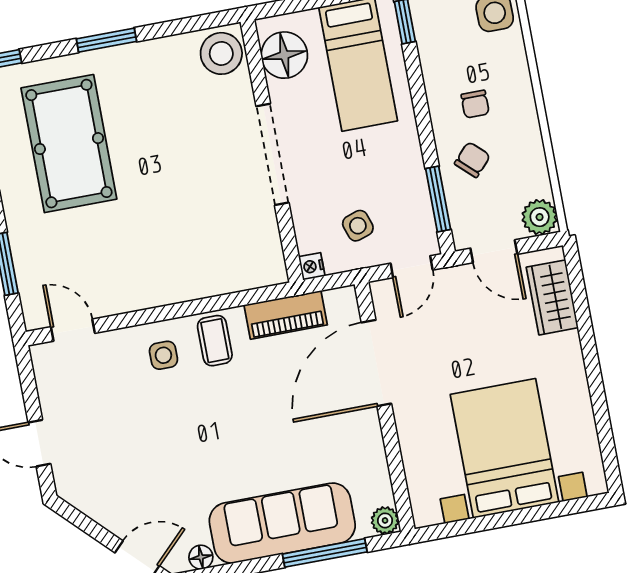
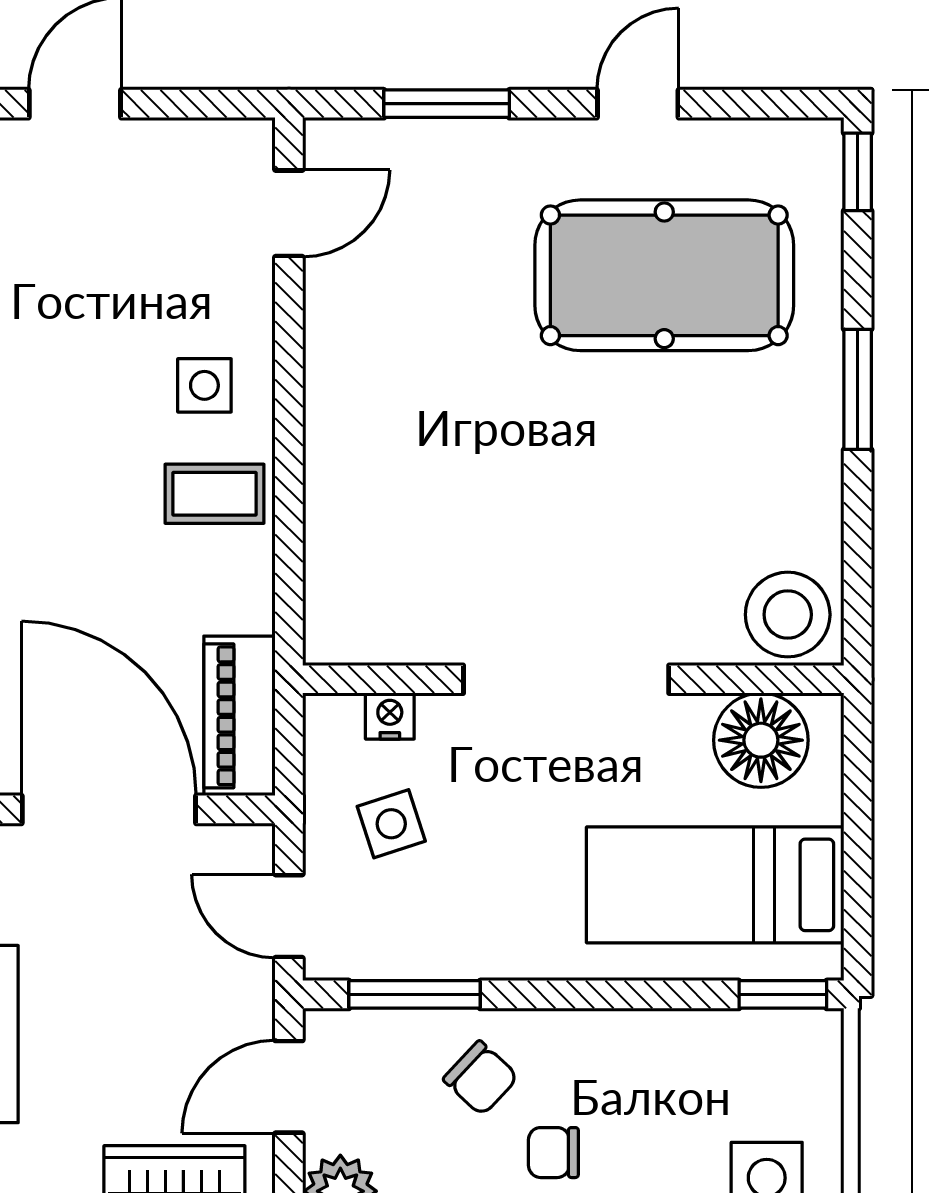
chair: (475, 104) -> (553, 1153), moved
nightstand: (312, 266) -> (390, 716), moved
piano: (286, 315) -> (239, 716), moved

